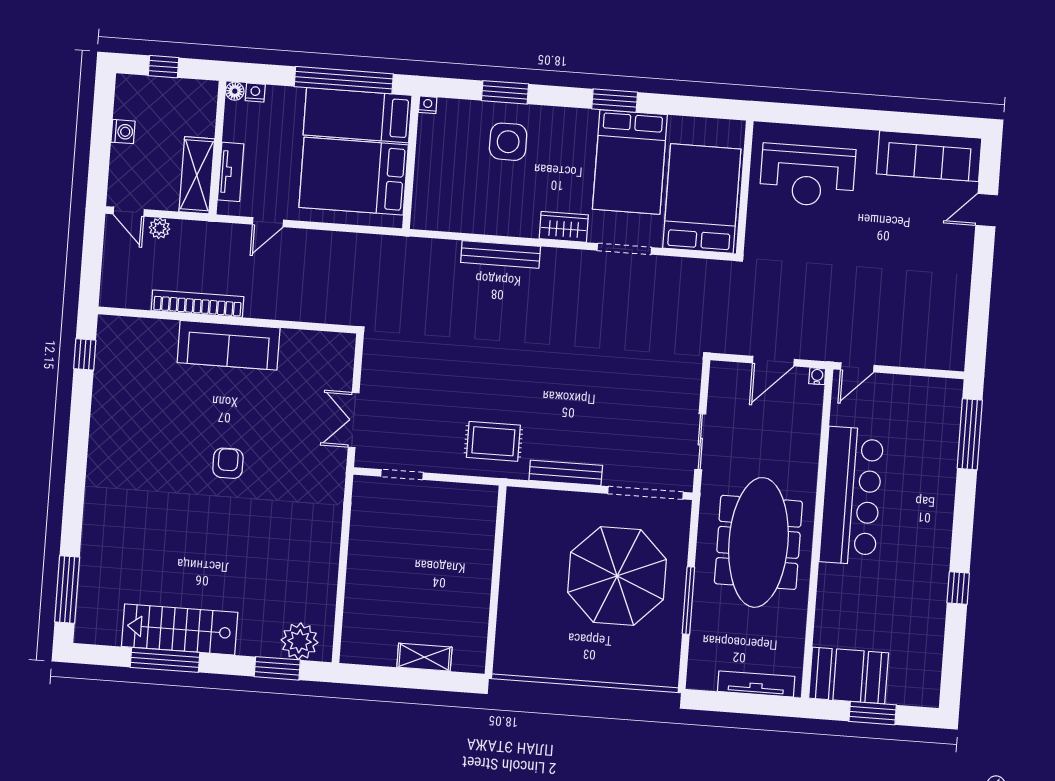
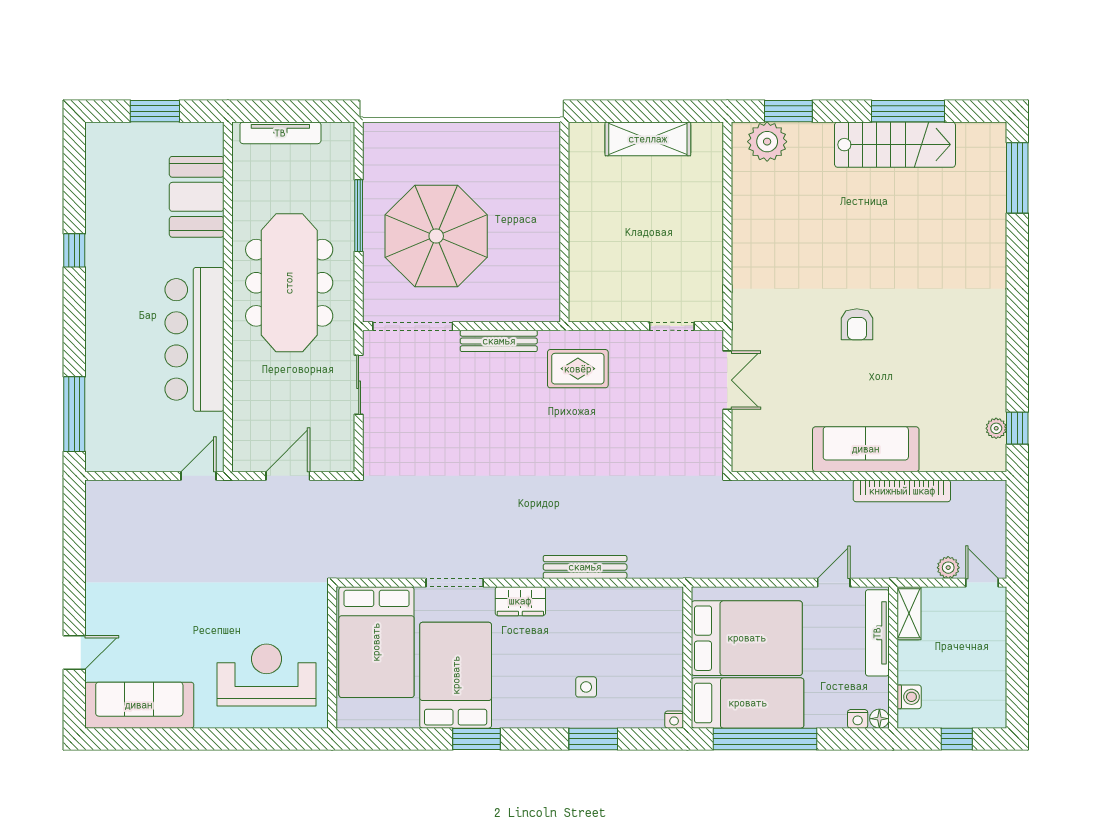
washing machine: (123, 132) -> (909, 697), moved, turned 180
side table: (508, 142) -> (586, 687), width x0.54, depth x0.54
tv unit: (231, 172) -> (877, 633), width x1.41
shelving: (197, 175) -> (909, 613), width x0.67, depth x0.75
plant: (105, 356) -> (996, 428), added
water cooler: (817, 376) -> (240, 463), removed
shelving: (424, 657) -> (648, 139), width x1.50, depth x1.33
booth: (849, 675) -> (197, 197), moved, turned 90

